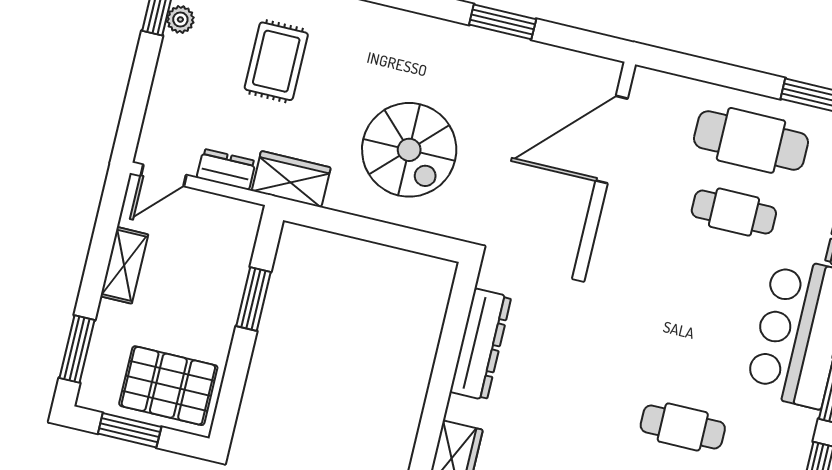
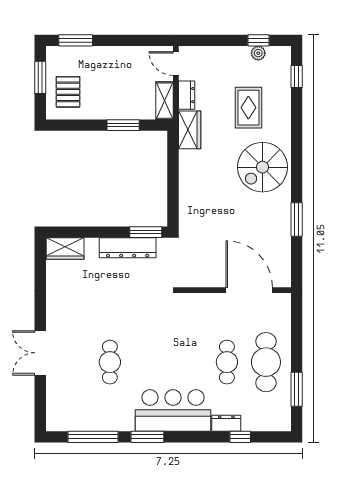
rug: (276, 61) -> (248, 108), turned 90
spiral stairs: (409, 150) -> (263, 167), moved
shelving: (124, 265) -> (164, 101), moved, turned 90
window: (460, 304) -> (146, 232), added
pallet: (168, 386) -> (68, 92), width x0.67, depth x0.71

